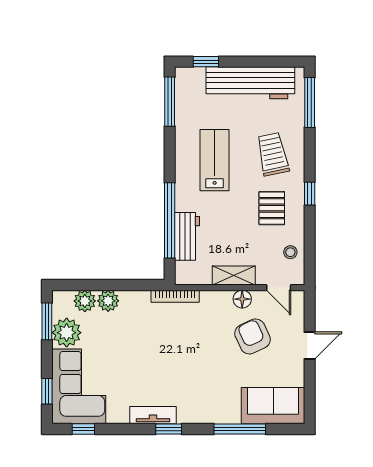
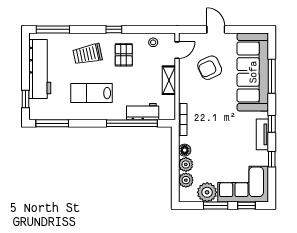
pallet: (272, 208) -> (124, 55), turned 90
floor lamp: (242, 299) -> (185, 150), moved
window: (47, 321) -> (216, 205), moved
sofa: (273, 406) -> (253, 72), width x1.85, depth x1.27
window: (83, 429) -> (272, 159), moved

